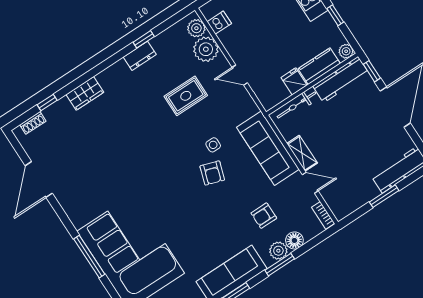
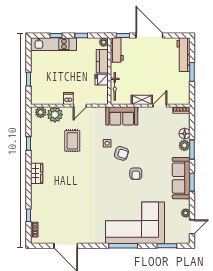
dishwasher: (219, 23) -> (68, 99), moved
dresser: (140, 56) -> (36, 151), removed
workbench: (341, 80) -> (117, 50), width x0.73
wardrobe: (85, 93) -> (37, 173), moved
sofa: (268, 148) -> (122, 116), width x0.73
armchair: (264, 216) -> (136, 174), moved

